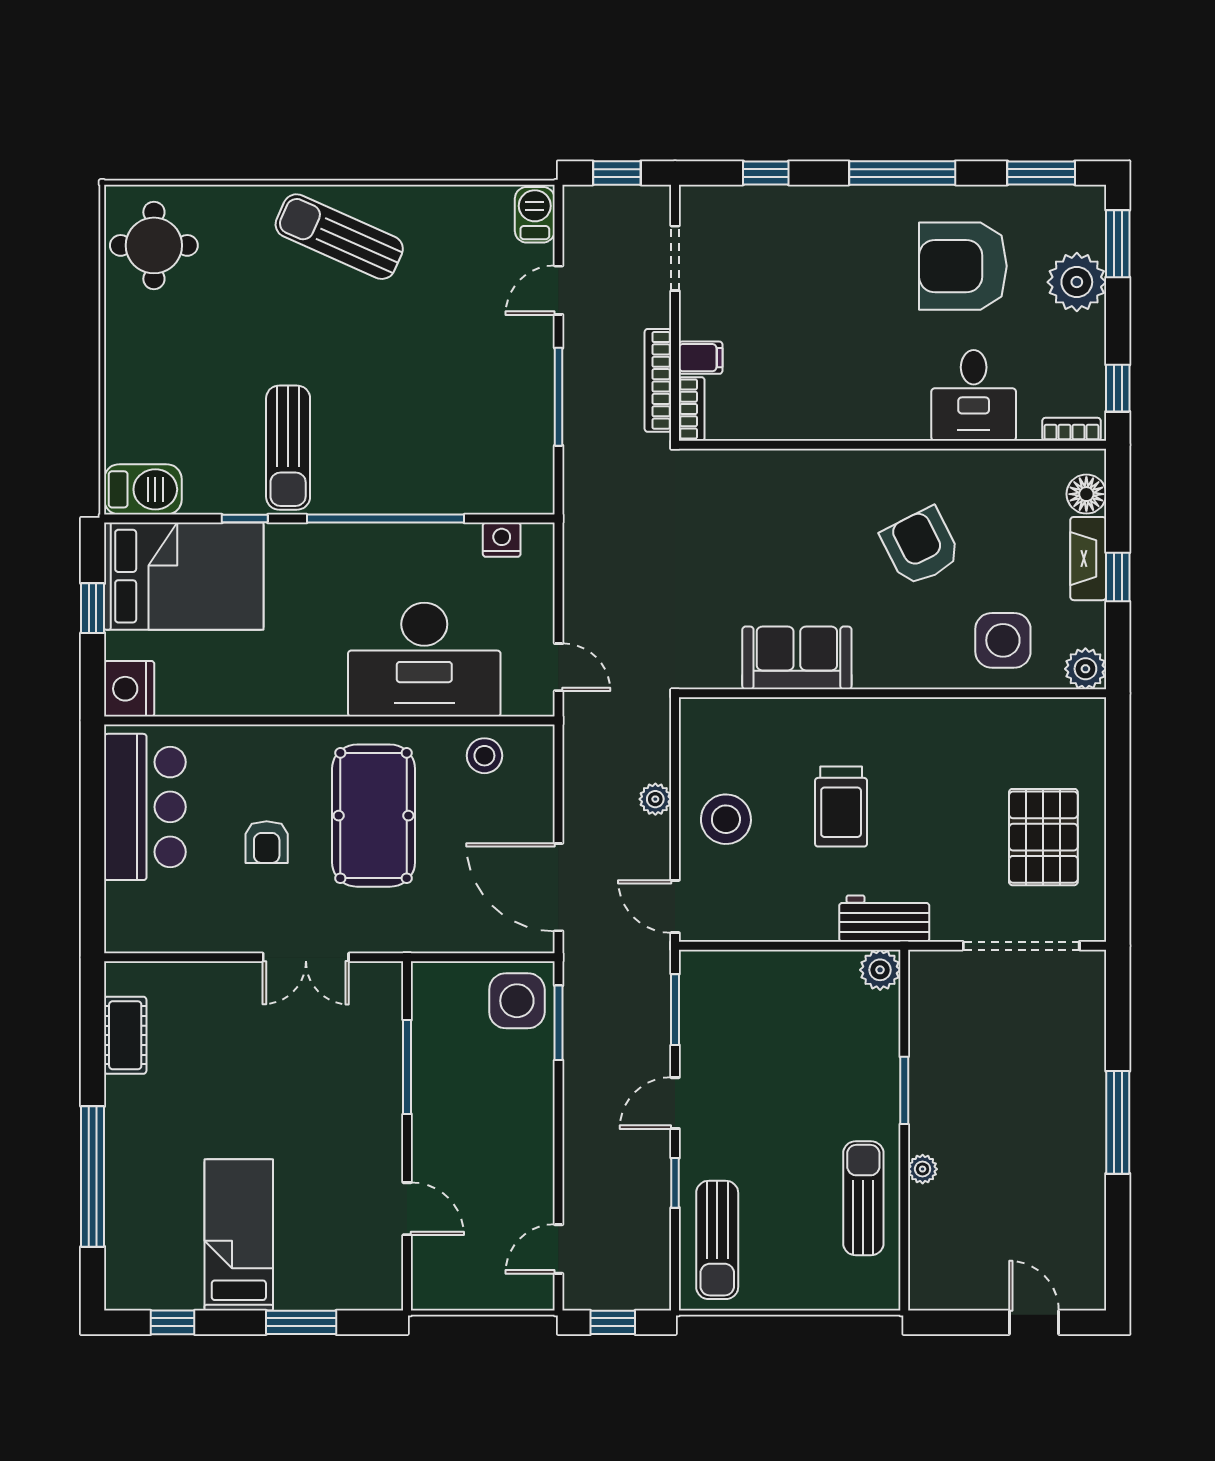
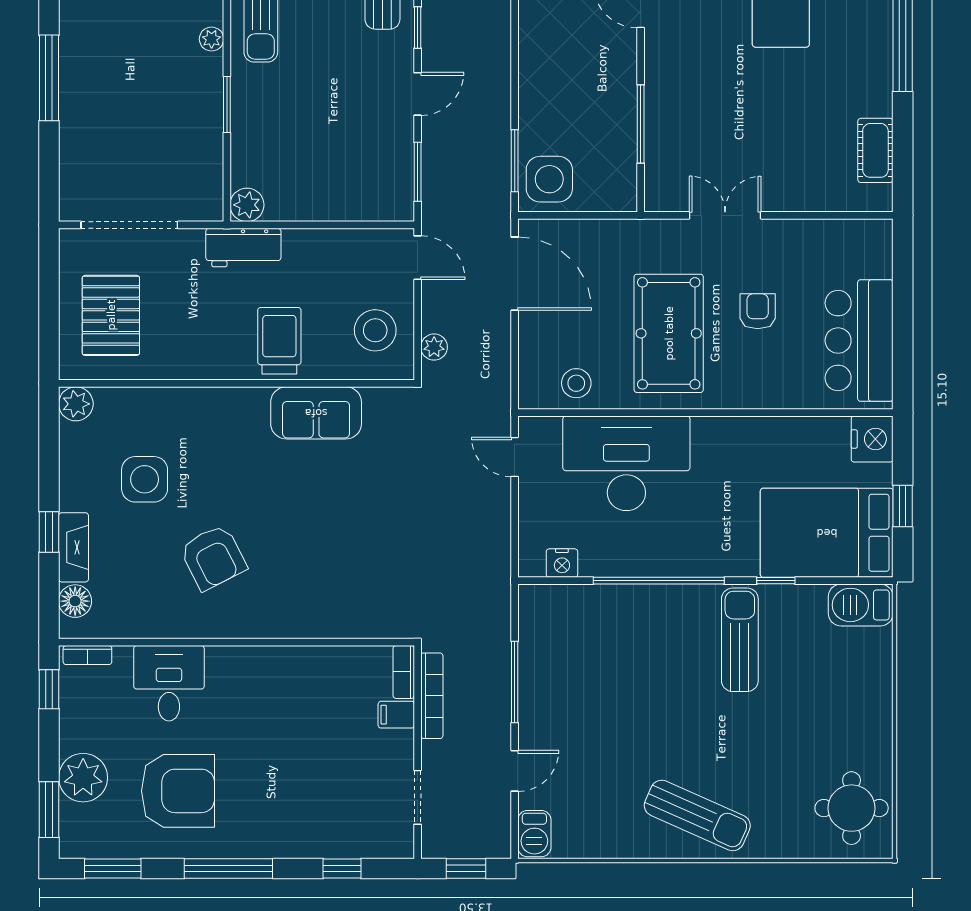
sofa: (797, 658) -> (316, 413), moved
plant: (1085, 669) -> (76, 404), moved
wall: (892, 693) -> (237, 383), moved

